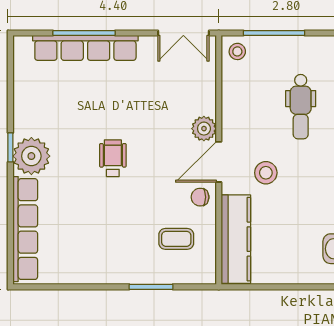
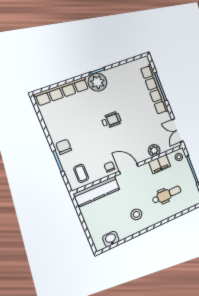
filing cabinet: (235, 97) -> (159, 164), added
dental chair: (301, 107) -> (167, 195), turned 180
plant: (204, 129) -> (154, 150), moved
stool: (266, 173) -> (136, 214), moved
coffee table: (176, 239) -> (81, 173), moved
chair: (129, 266) -> (64, 147), added

